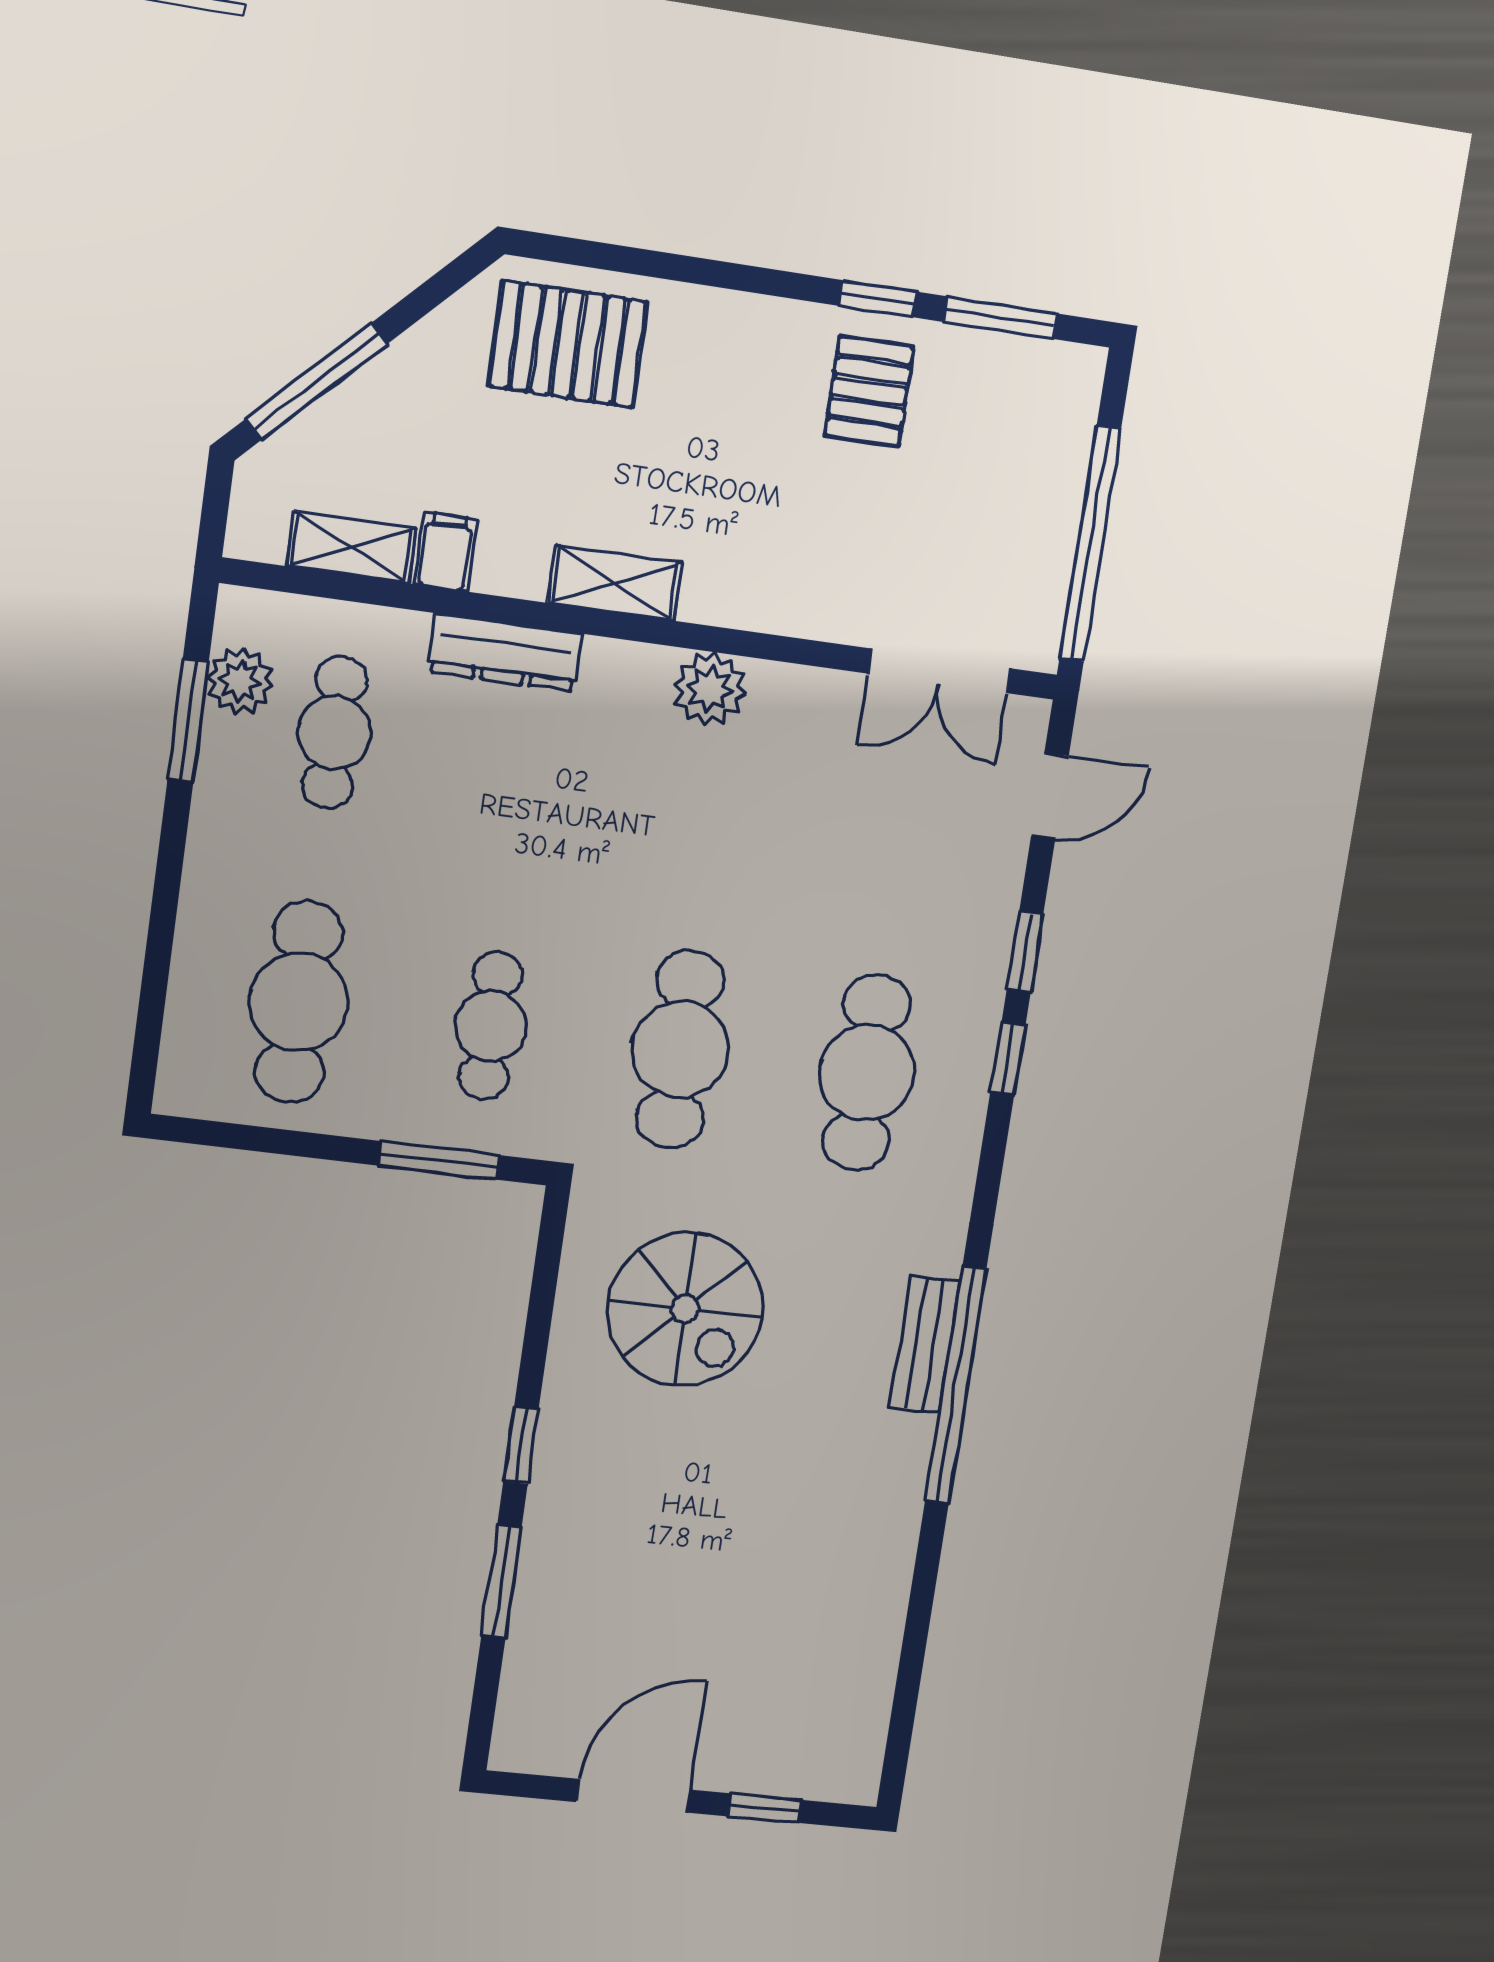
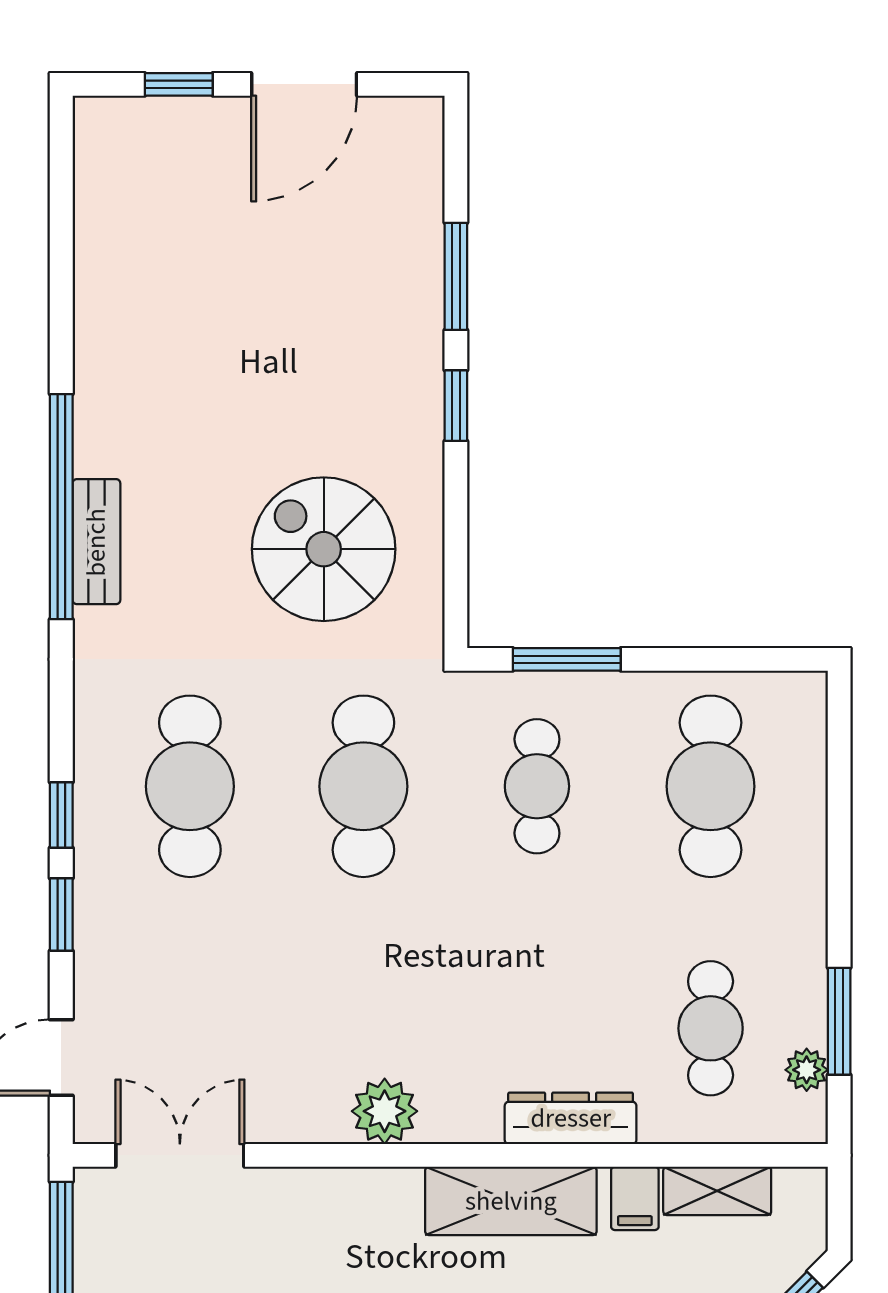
shelving: (615, 583) -> (511, 1201), width x1.50, depth x1.33
plant: (240, 681) -> (807, 1070), width x0.73, depth x0.73

